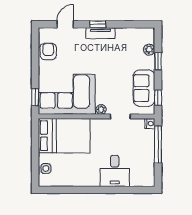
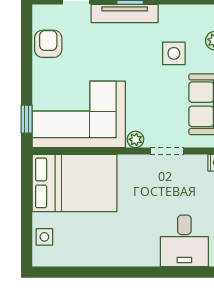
tv unit: (100, 33) -> (125, 13), width x1.41
side table: (124, 57) -> (174, 53), added
desk: (115, 171) -> (184, 241), moved

